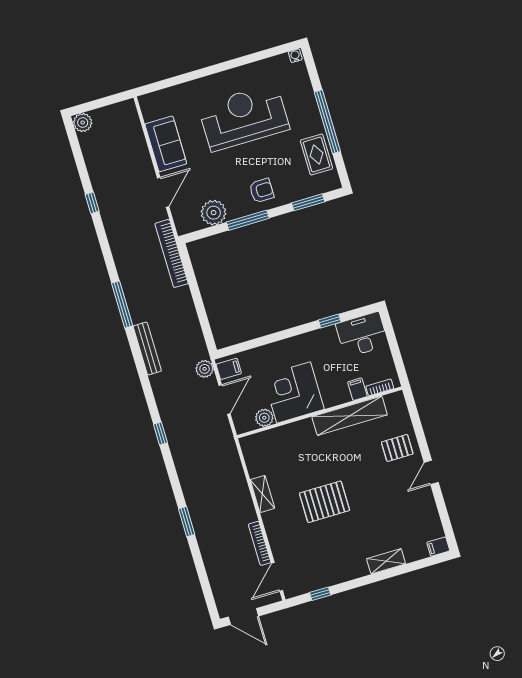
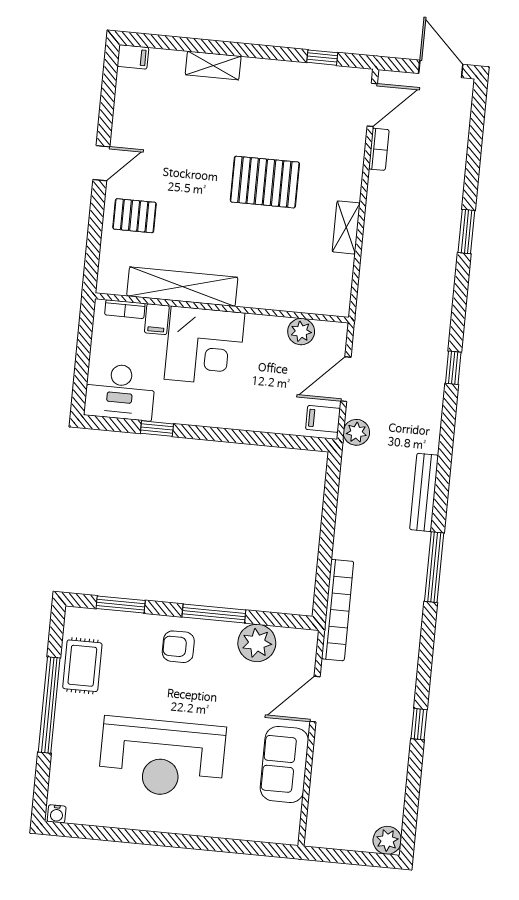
corner desk: (294, 392) -> (205, 346), moved
bookcase: (260, 543) -> (379, 149), width x0.64

